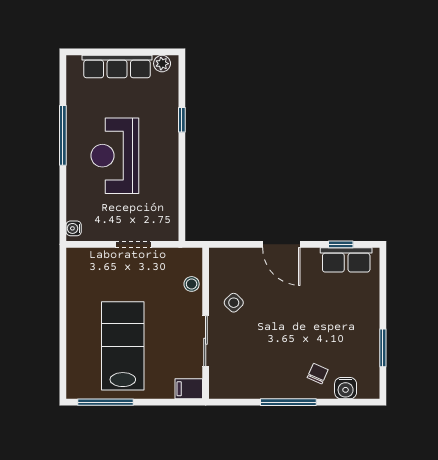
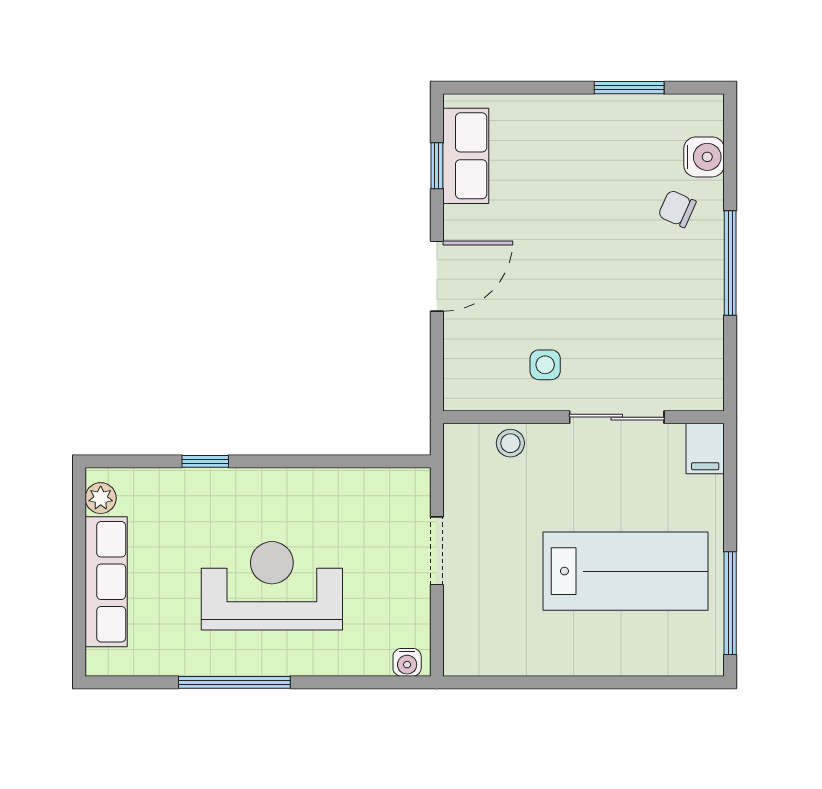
reception desk: (115, 156) -> (272, 586), turned 180
side table: (234, 303) -> (545, 365), turned 45
lab bench: (123, 346) -> (625, 571), turned 180

